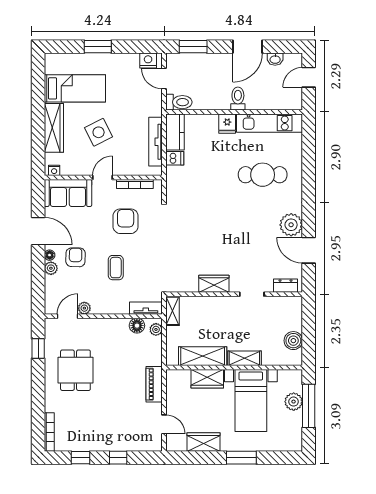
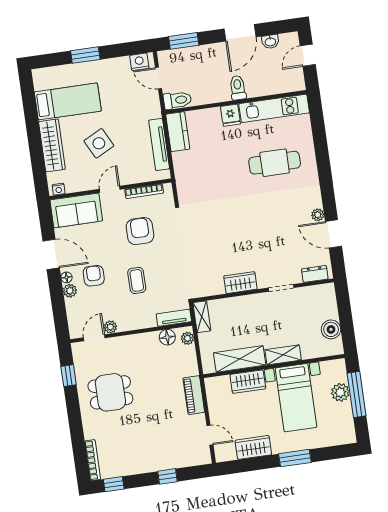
dishwasher: (175, 158) -> (181, 159), removed
plant: (291, 225) -> (318, 215), width x0.53, depth x0.53
dining table: (75, 370) -> (110, 392), turned 90
window: (80, 458) -> (114, 484), moved

